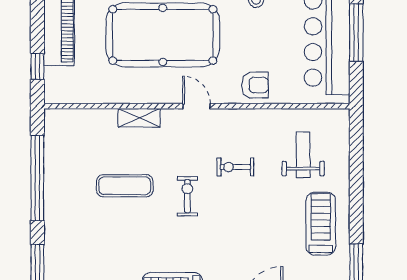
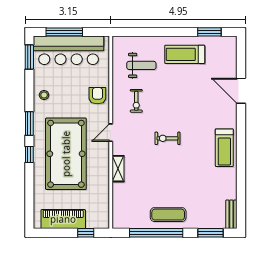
weight bench: (303, 155) -> (141, 65), turned 180
exercise bike: (235, 167) -> (136, 101), moved
exercise mat: (125, 186) -> (168, 215), moved, turned 90

